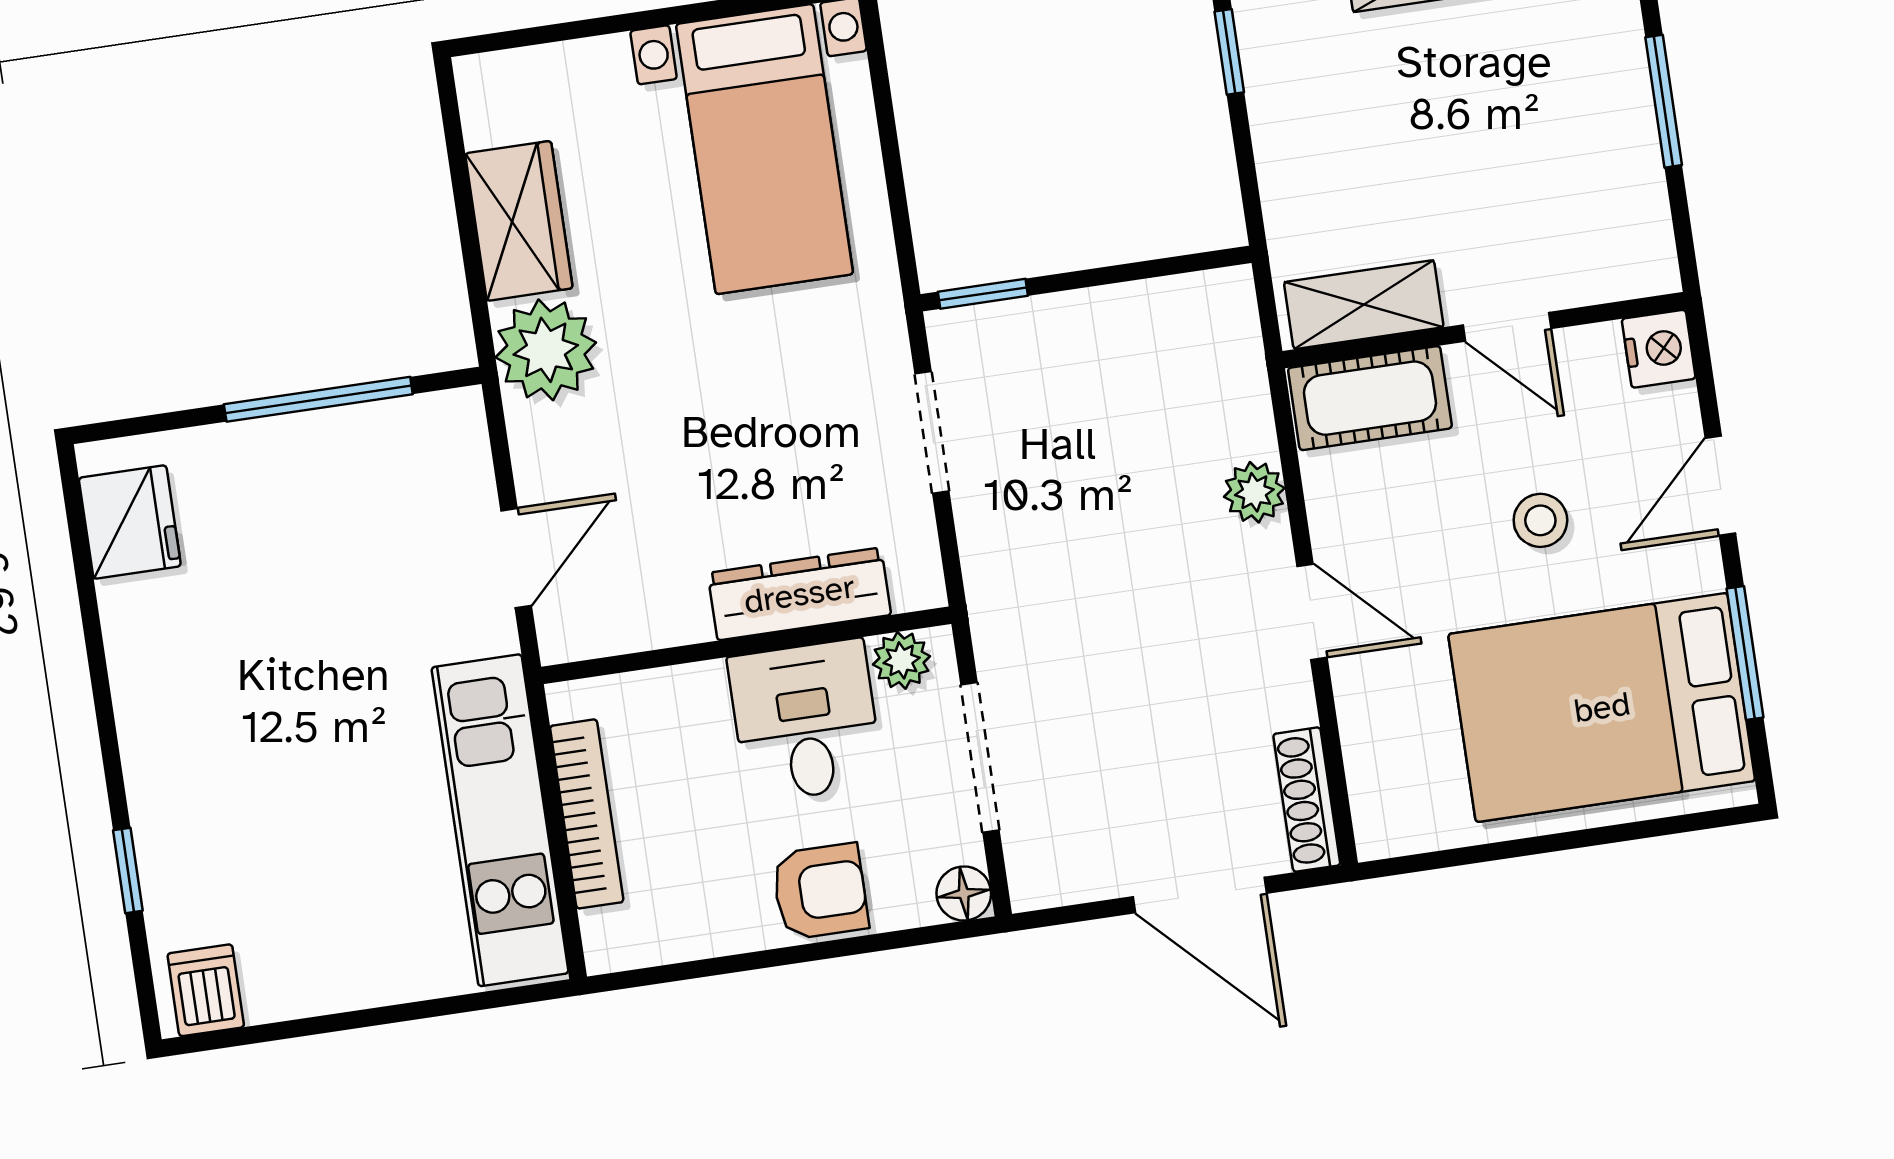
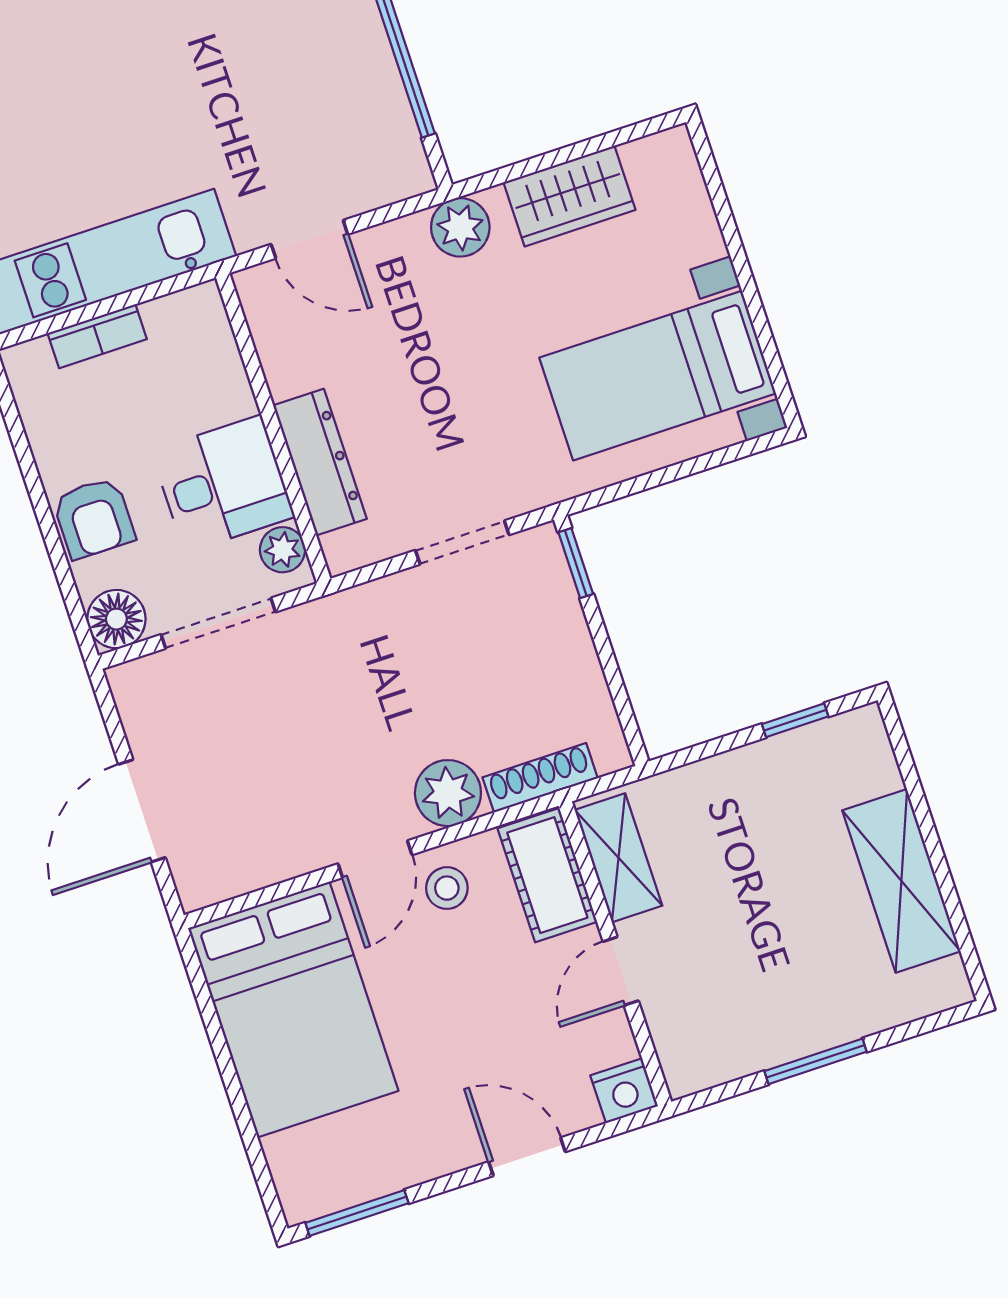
plant: (546, 350) -> (460, 227), width x0.73, depth x0.73
plant: (1254, 492) -> (448, 793), width x1.38, depth x1.38
stool: (1540, 520) -> (447, 888), moved
window: (1745, 653) -> (357, 1213), moved
bed: (1602, 707) -> (293, 1010), moved, turned 180
shoe rack: (1307, 800) -> (540, 778), moved
bookcase: (587, 814) -> (97, 336), width x0.64
floor lamp: (964, 893) -> (116, 619), width x1.37, depth x1.37

